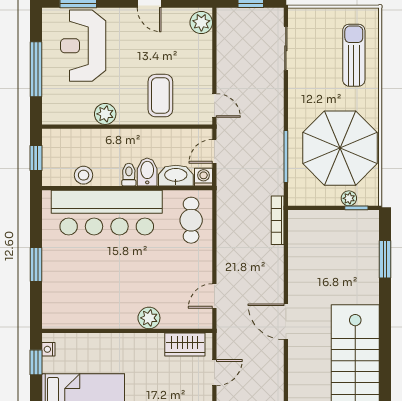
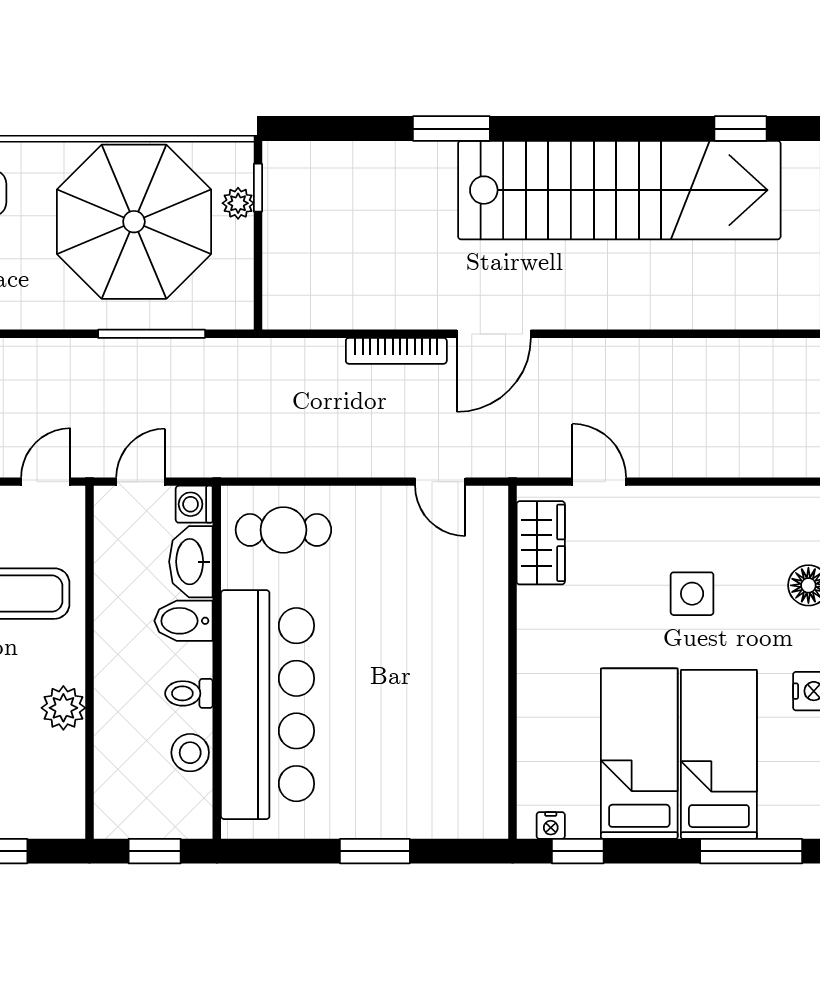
door: (214, 151) -> (141, 482), swing flipped
toilet: (129, 175) -> (189, 693), moved
bookcase: (278, 220) -> (396, 351), moved
window: (385, 259) -> (451, 129), moved
plant: (149, 318) -> (486, 617), removed

